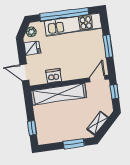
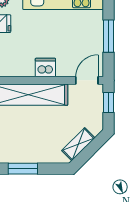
dishwasher: (54, 76) -> (45, 68), moved
window: (74, 144) -> (23, 169), moved

